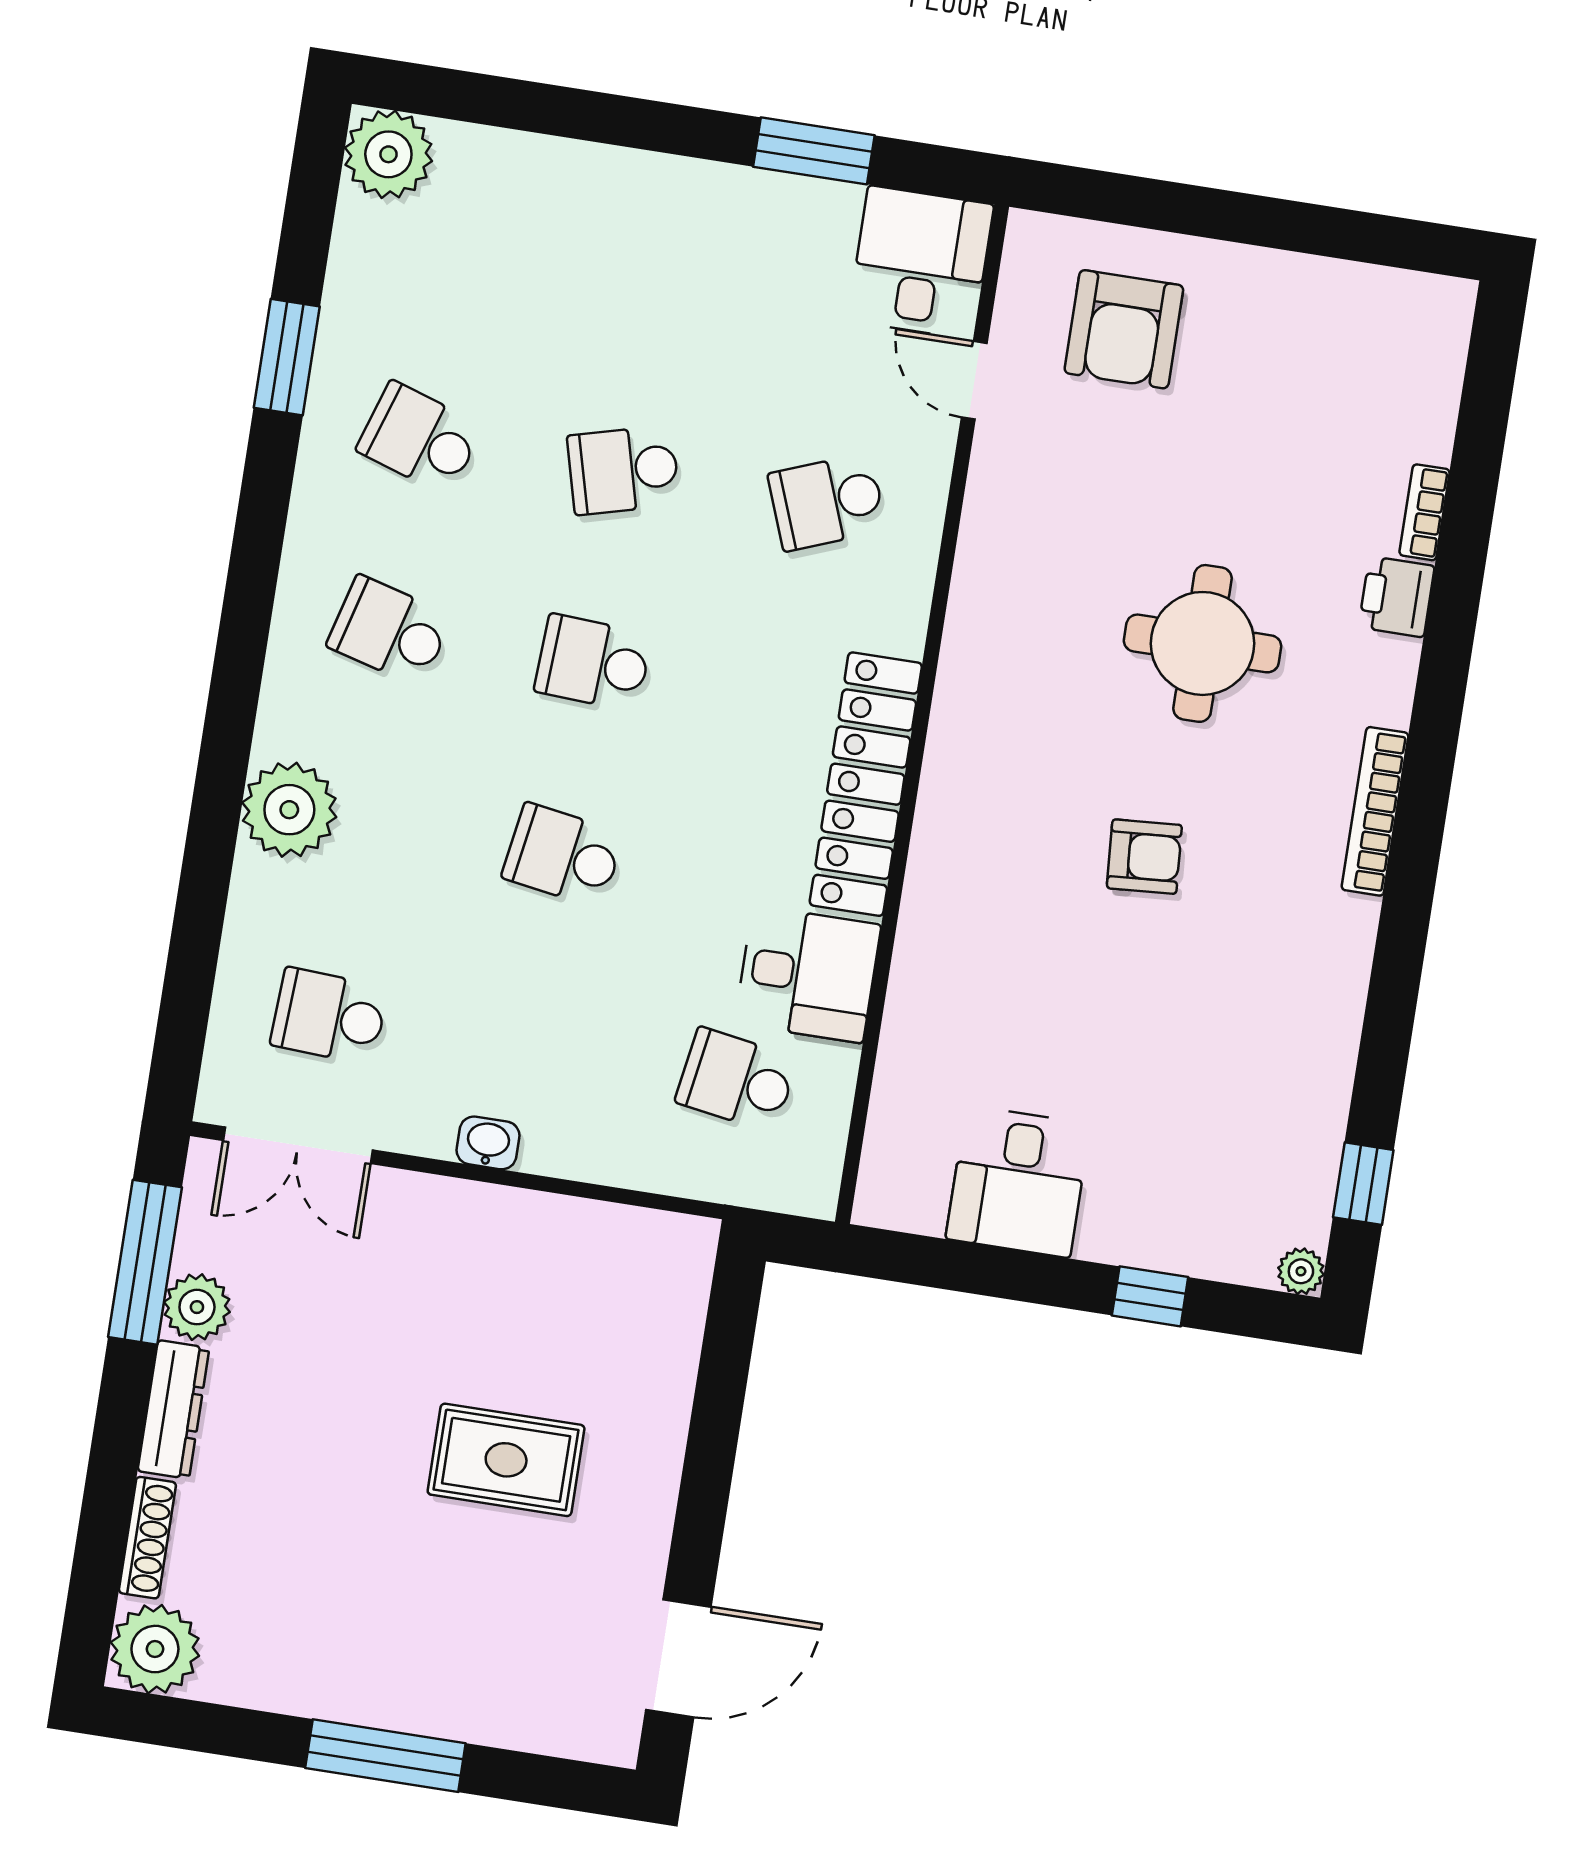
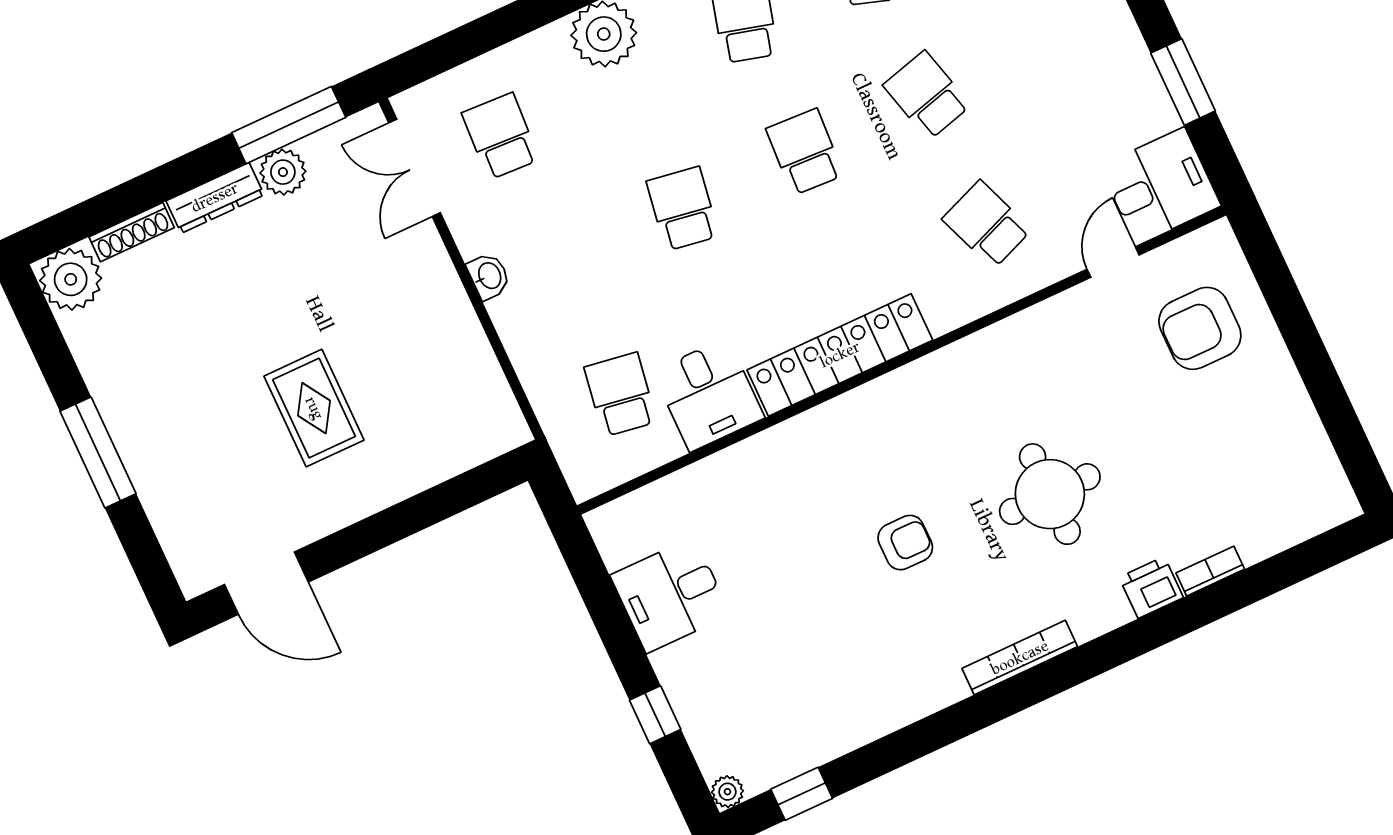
armchair: (1144, 857) -> (905, 543), turned -86

